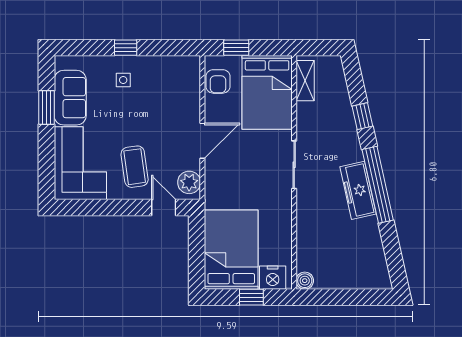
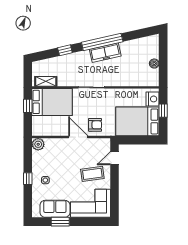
window: (236, 48) -> (28, 106), moved
armchair: (218, 81) -> (95, 125), moved
plant: (189, 182) -> (38, 144), moved
boiler: (305, 281) -> (154, 64), moved

